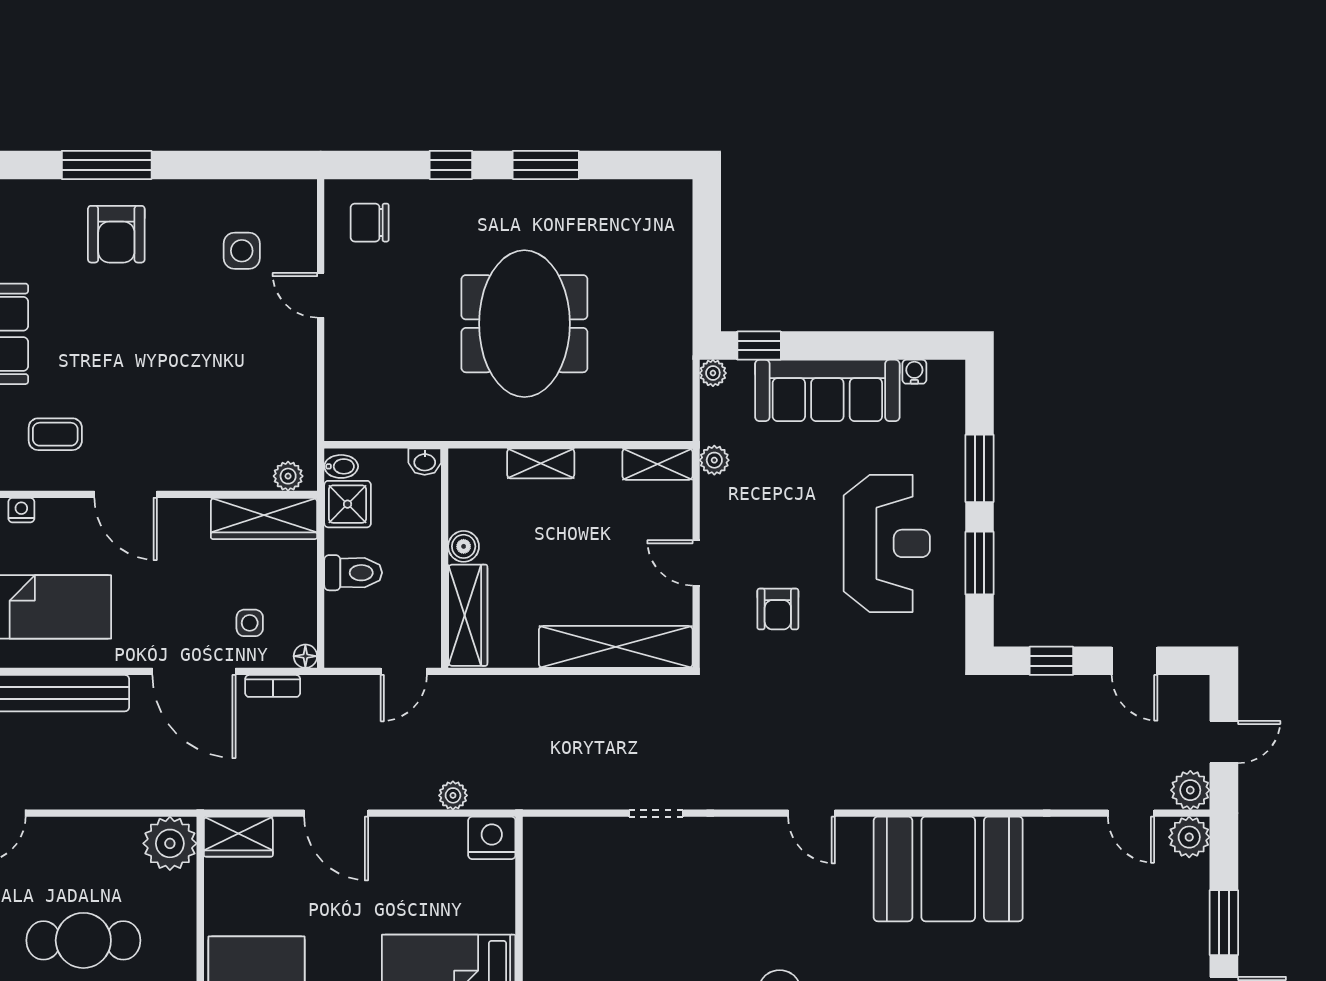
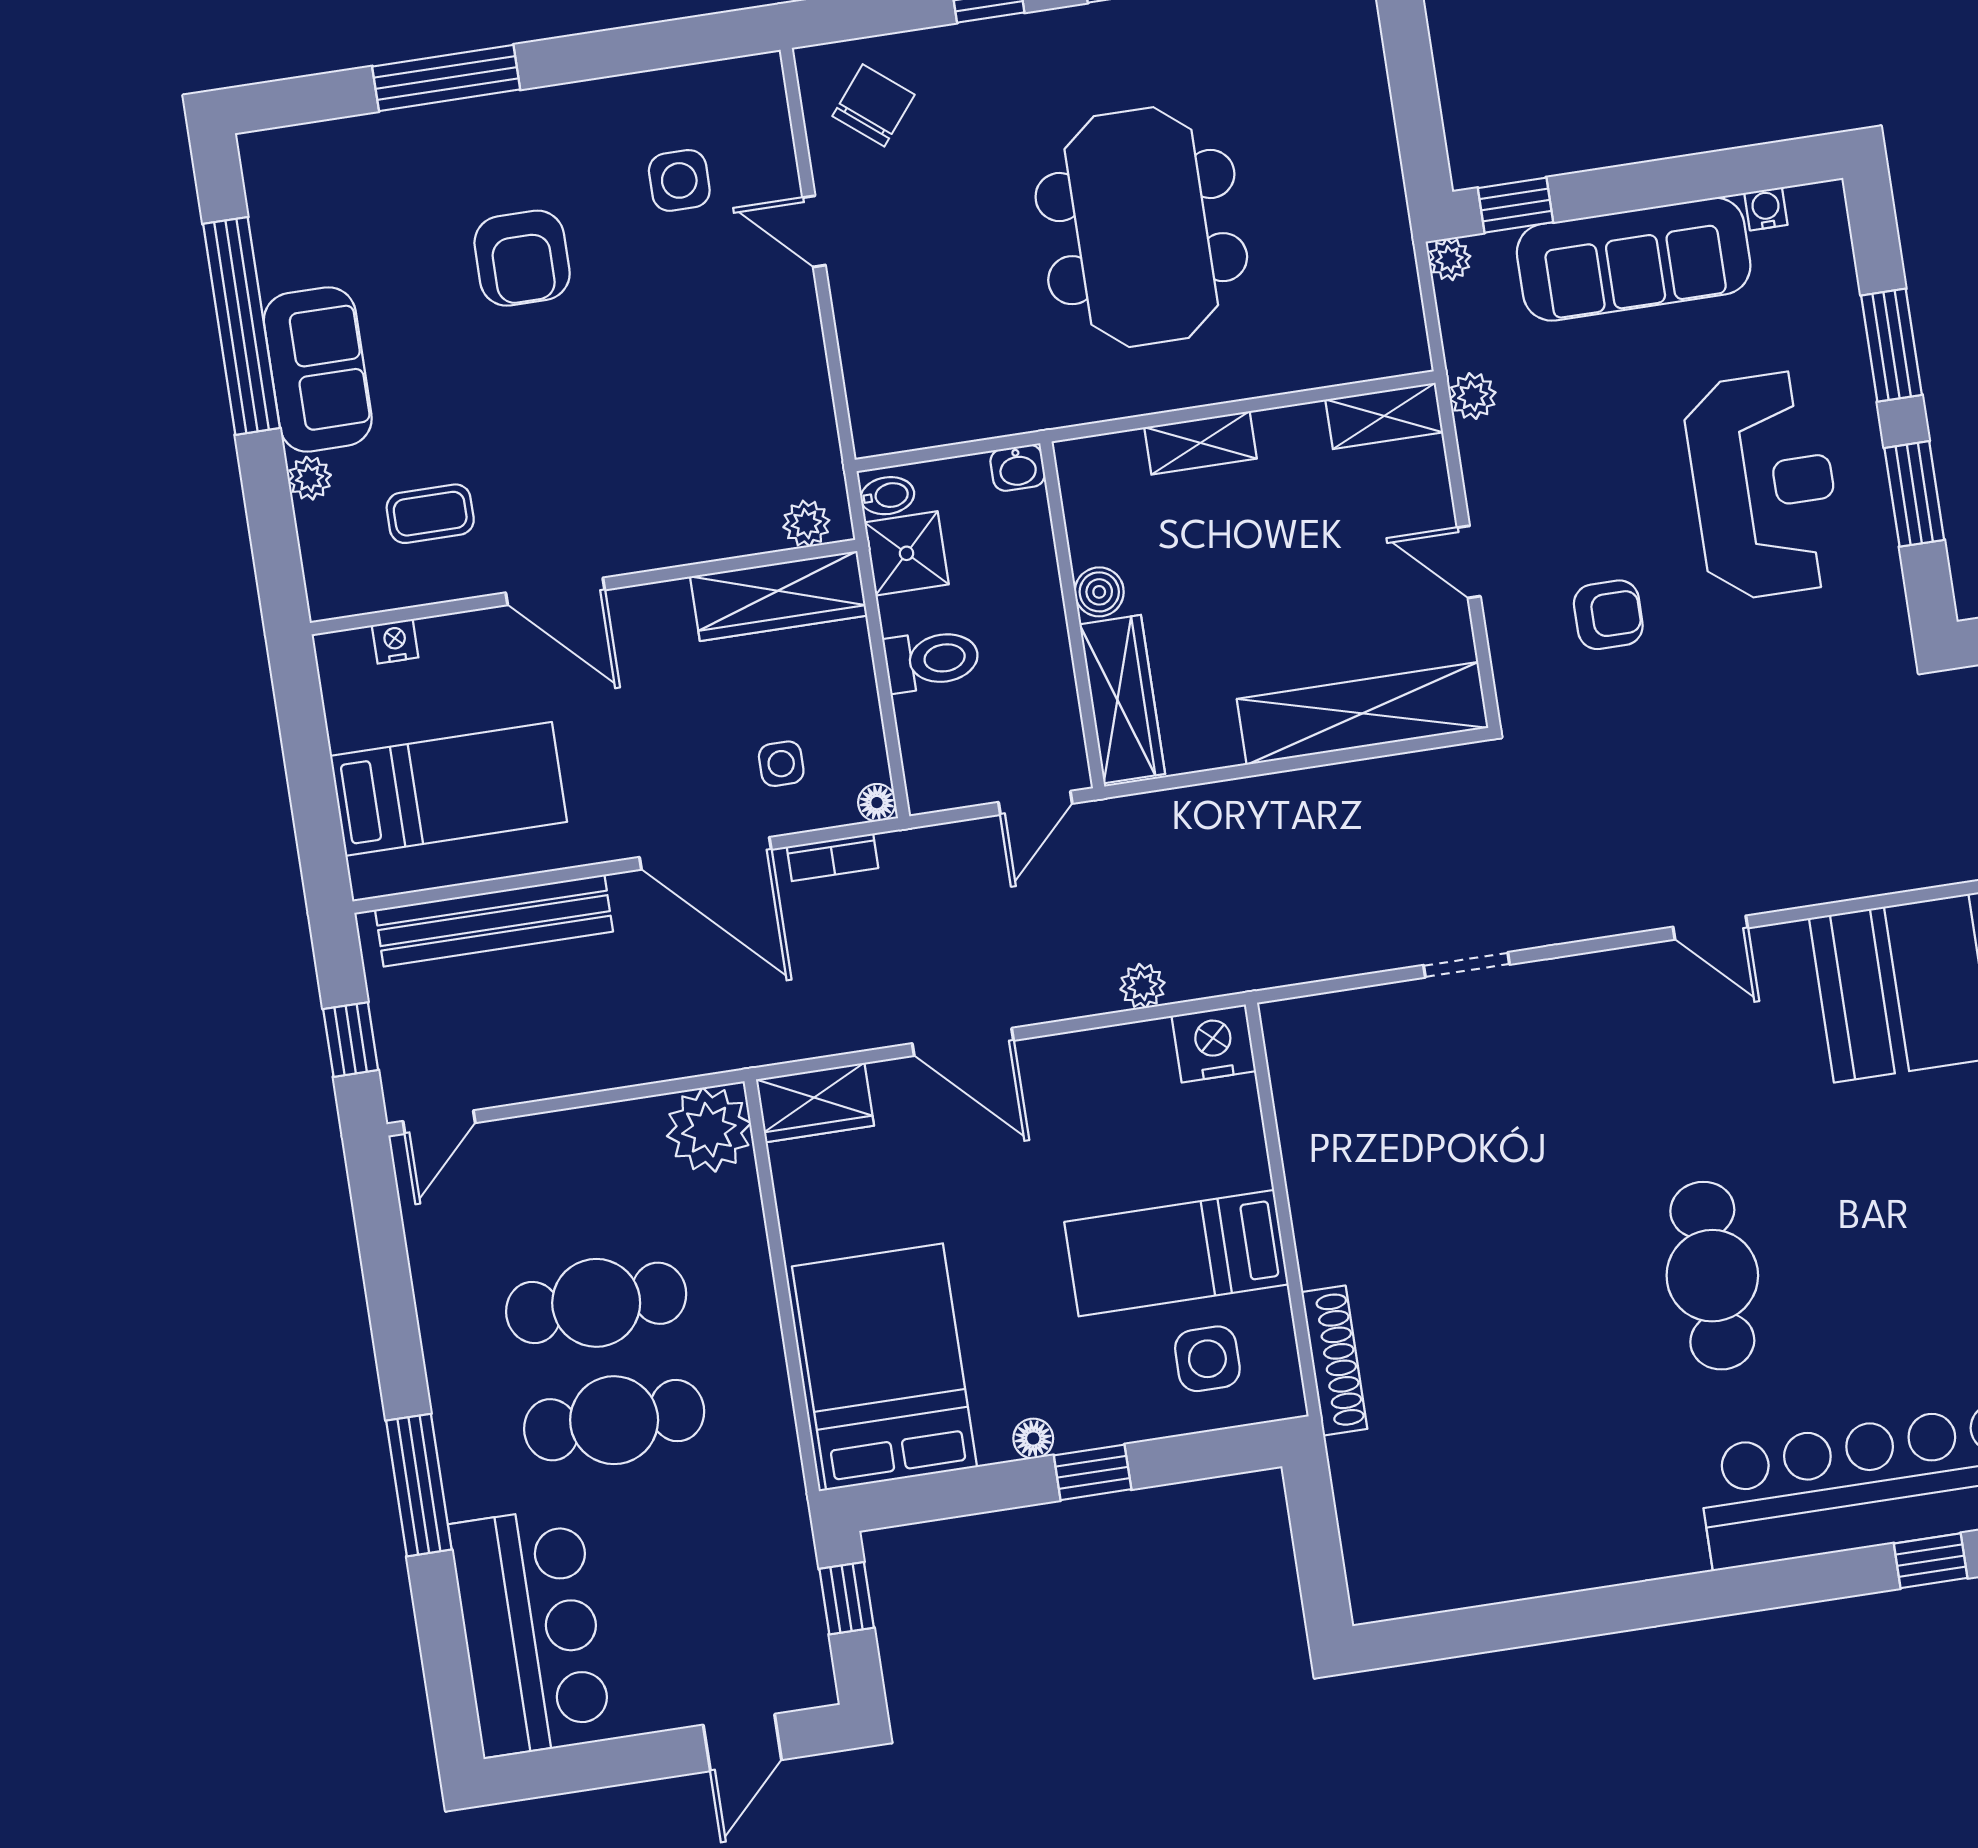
chair: (370, 223) -> (874, 105), turned 129
armchair: (116, 234) -> (522, 258), moved
armchair: (778, 609) -> (1608, 615), turned -90

